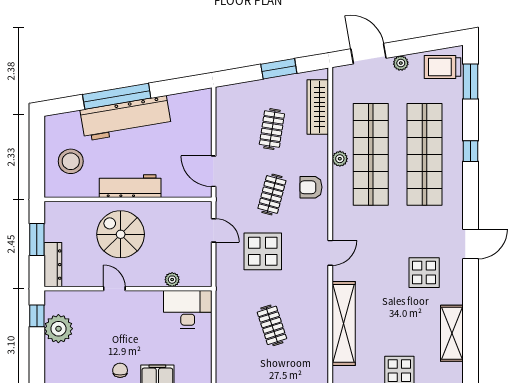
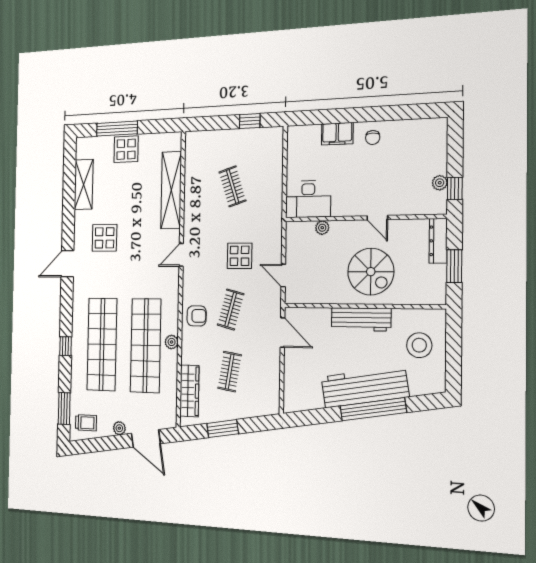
trolley: (442, 67) -> (86, 423), width x0.73, depth x0.72
display table: (263, 251) -> (240, 256), width x0.73, depth x0.73
plant: (58, 329) -> (440, 183), width x0.53, depth x0.53

